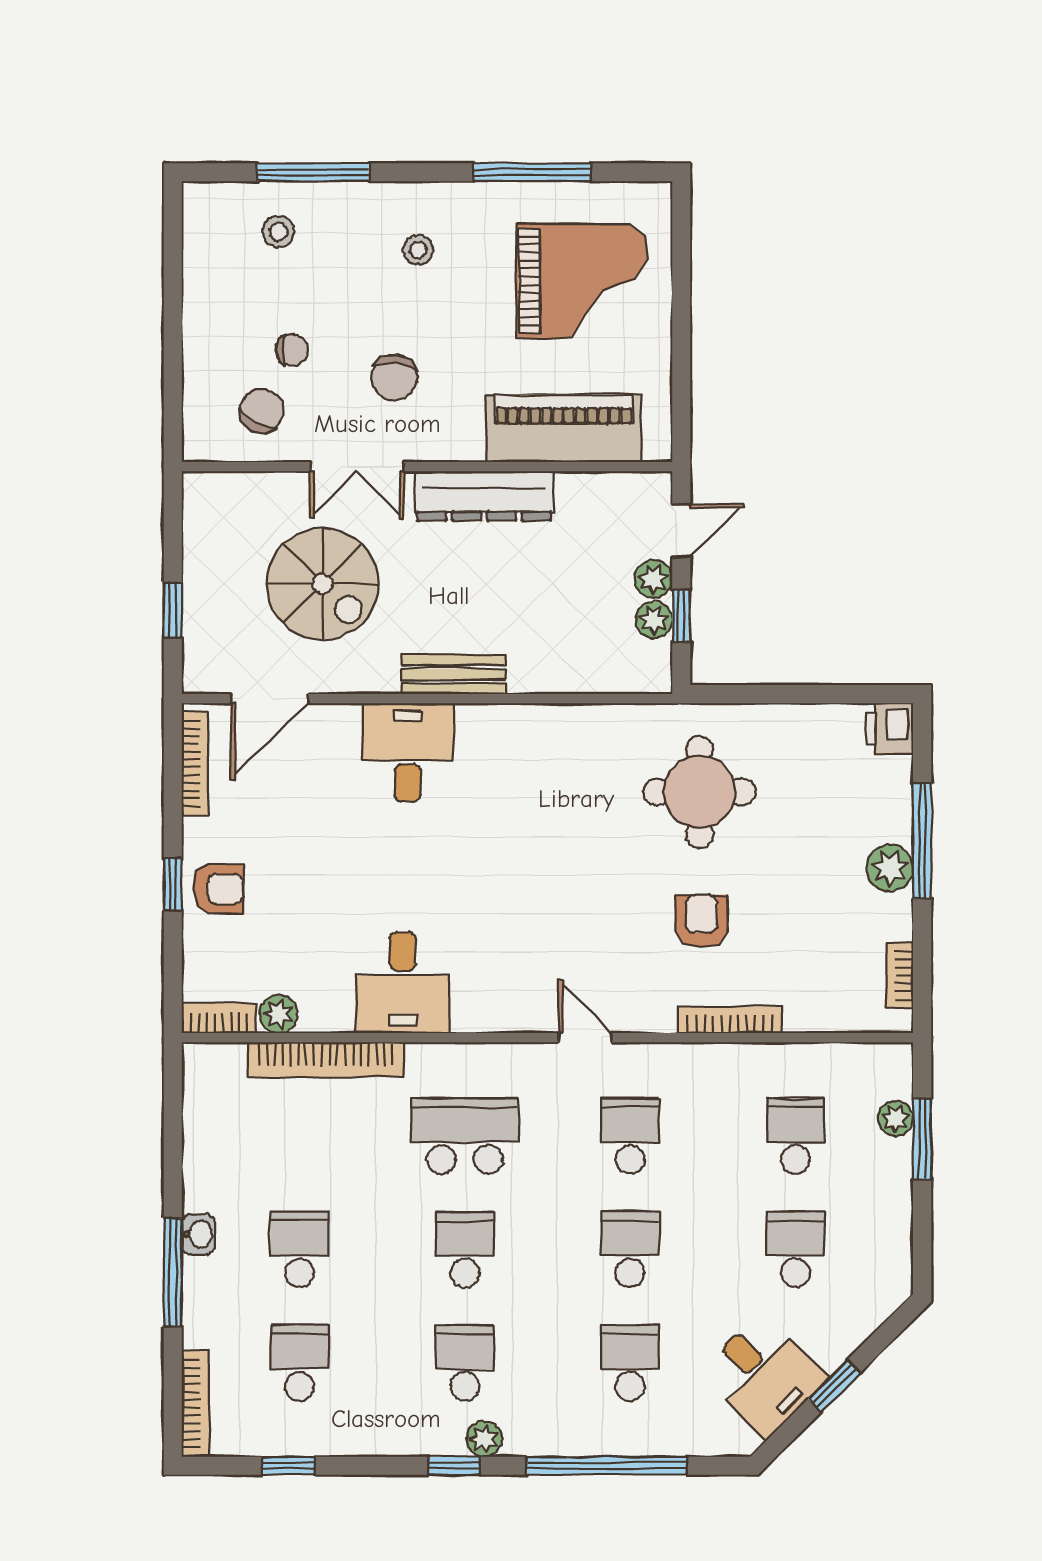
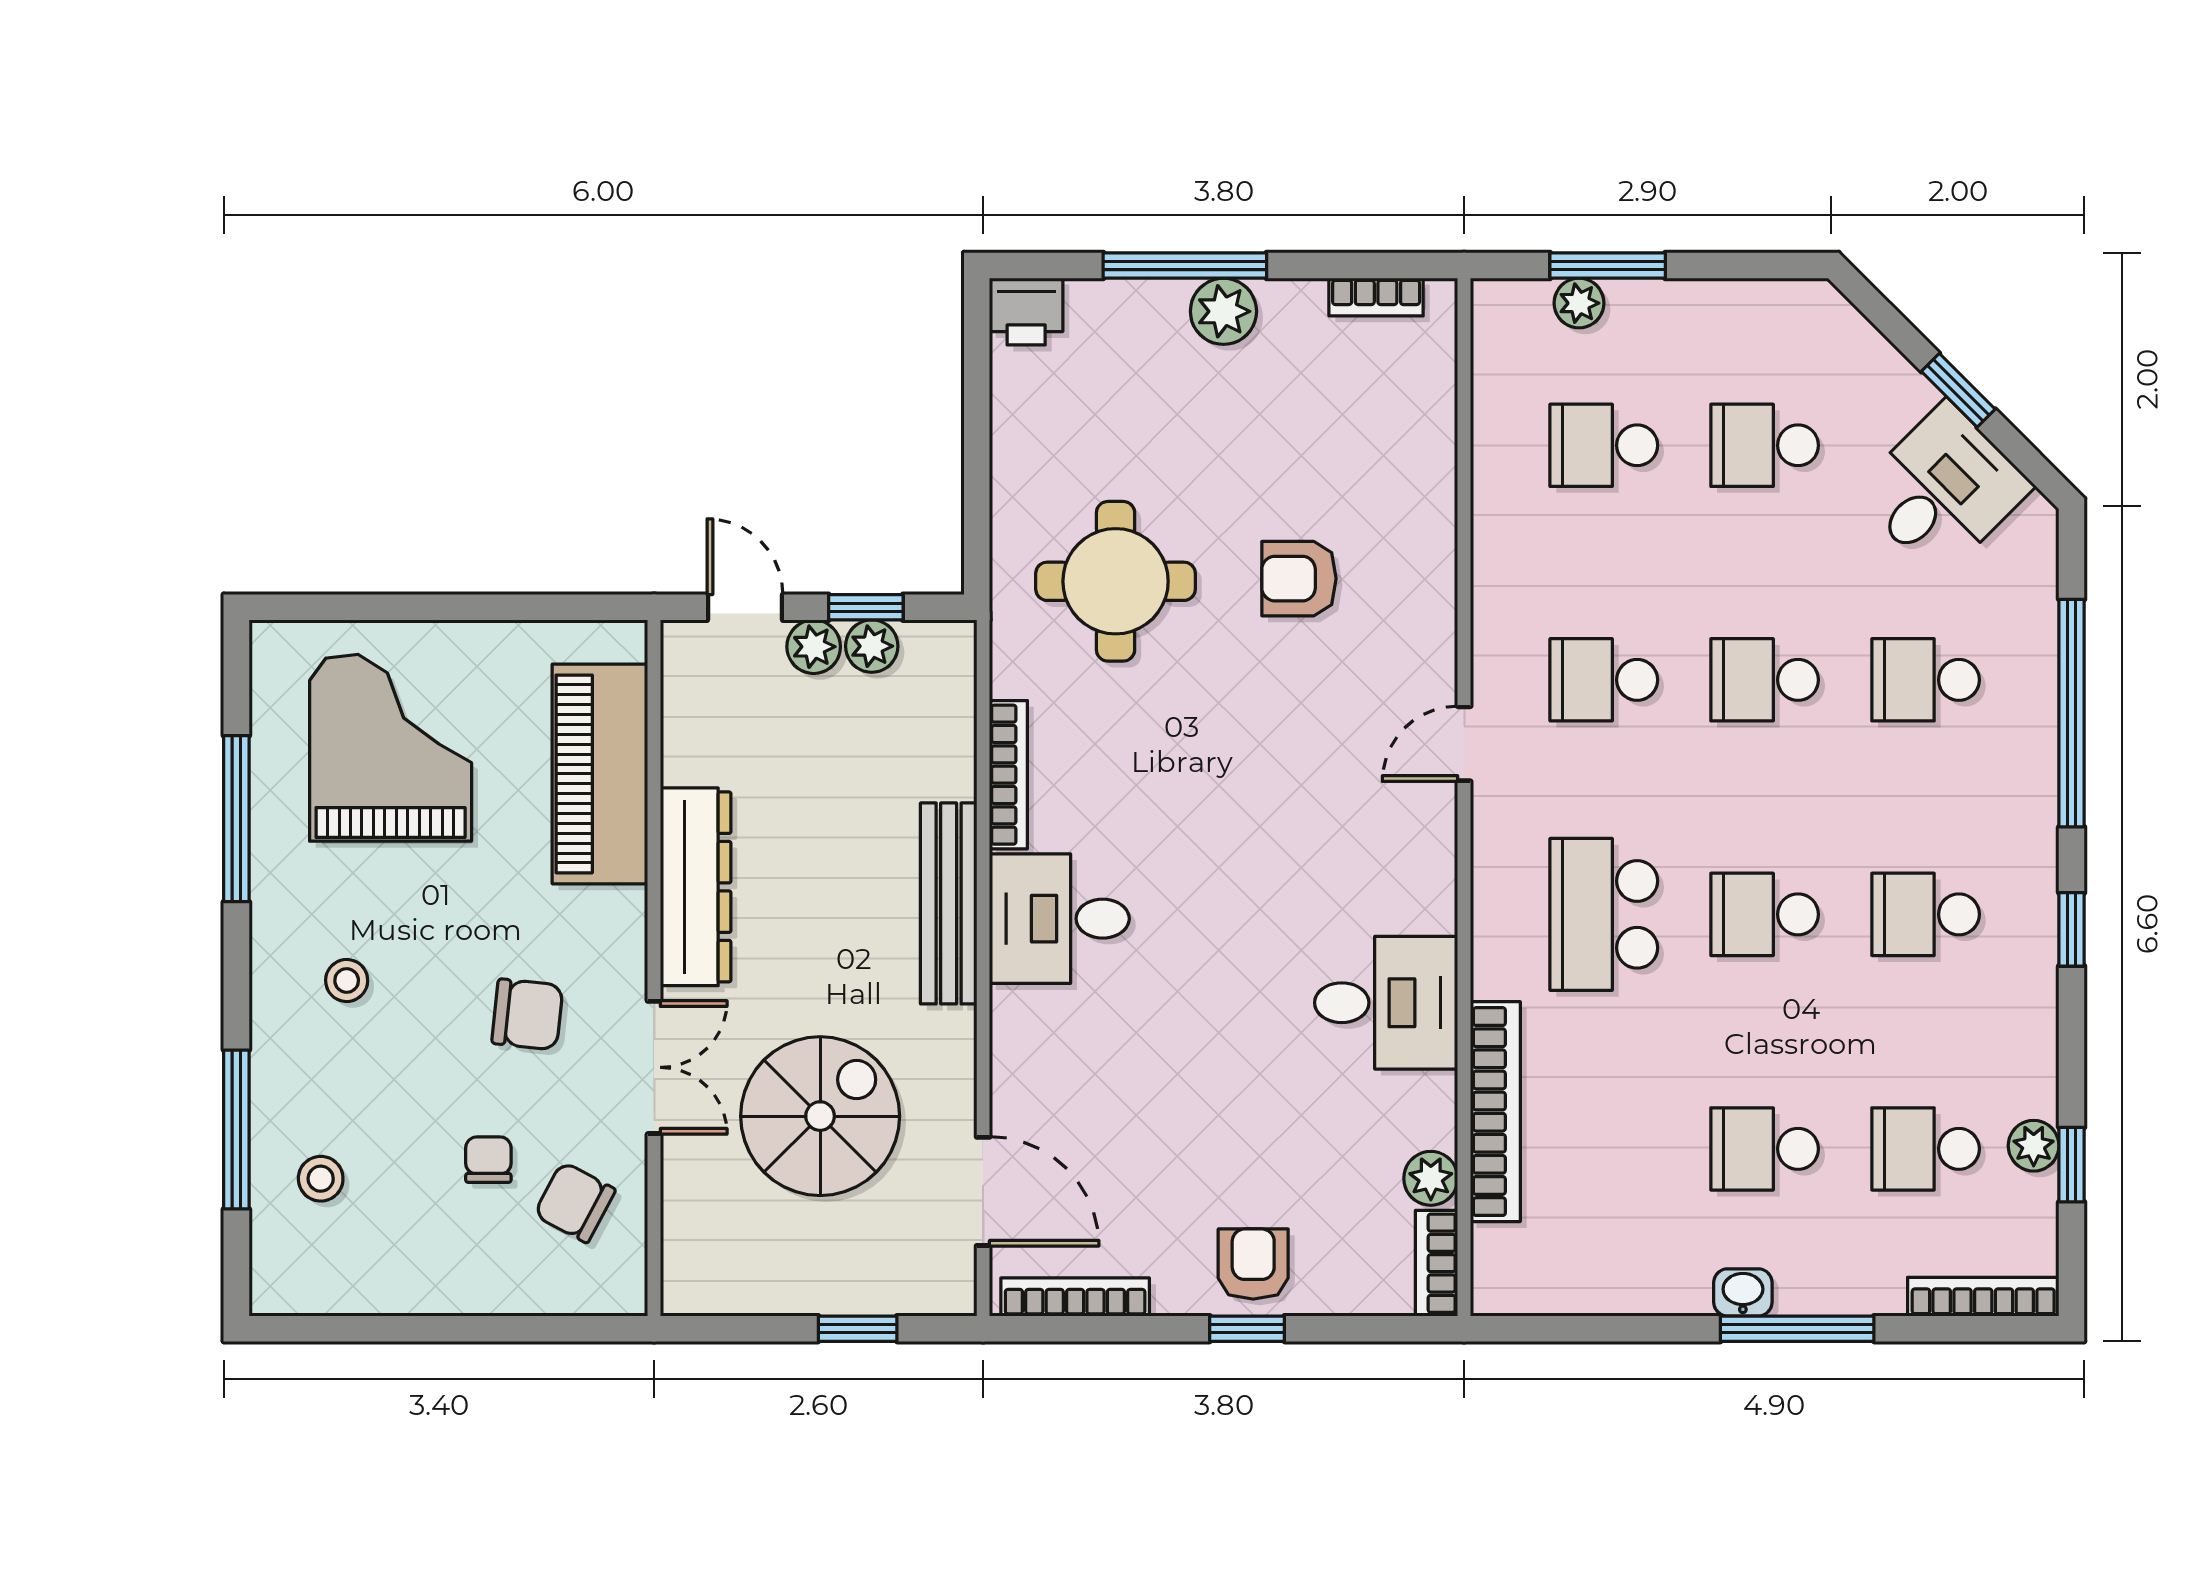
bench: (454, 674) -> (949, 903), width x1.36
desk: (408, 752) -> (1059, 919), moved
bookcase: (730, 1020) -> (1008, 775), moved, turned 180
plant: (484, 1439) -> (2034, 1146), moved

